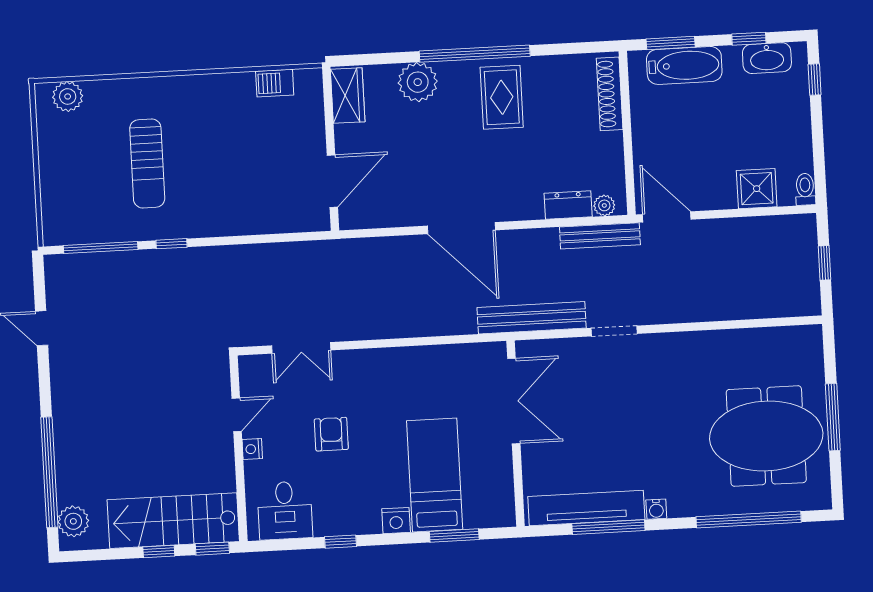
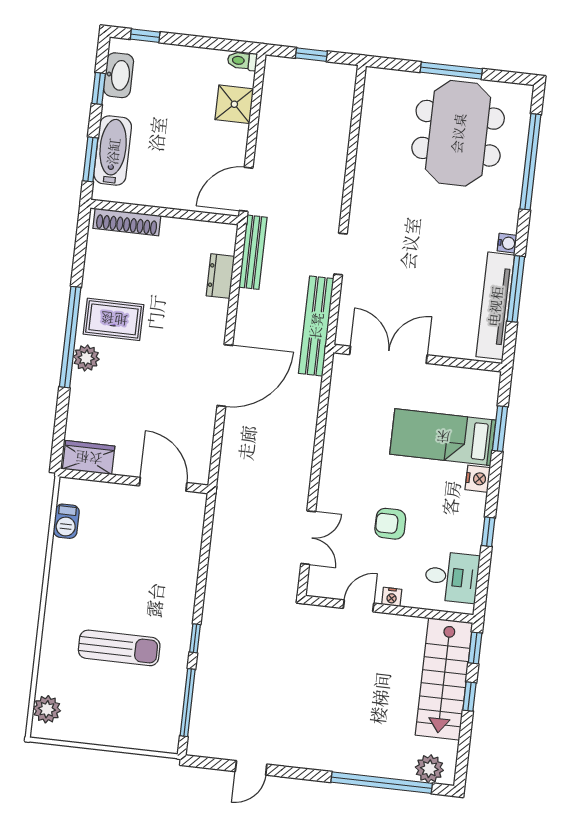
plant: (418, 82) -> (86, 358), moved, width x0.73, depth x0.73
plant: (604, 205) -> (226, 244), removed
door: (237, 415) -> (358, 606), hinge flipped

